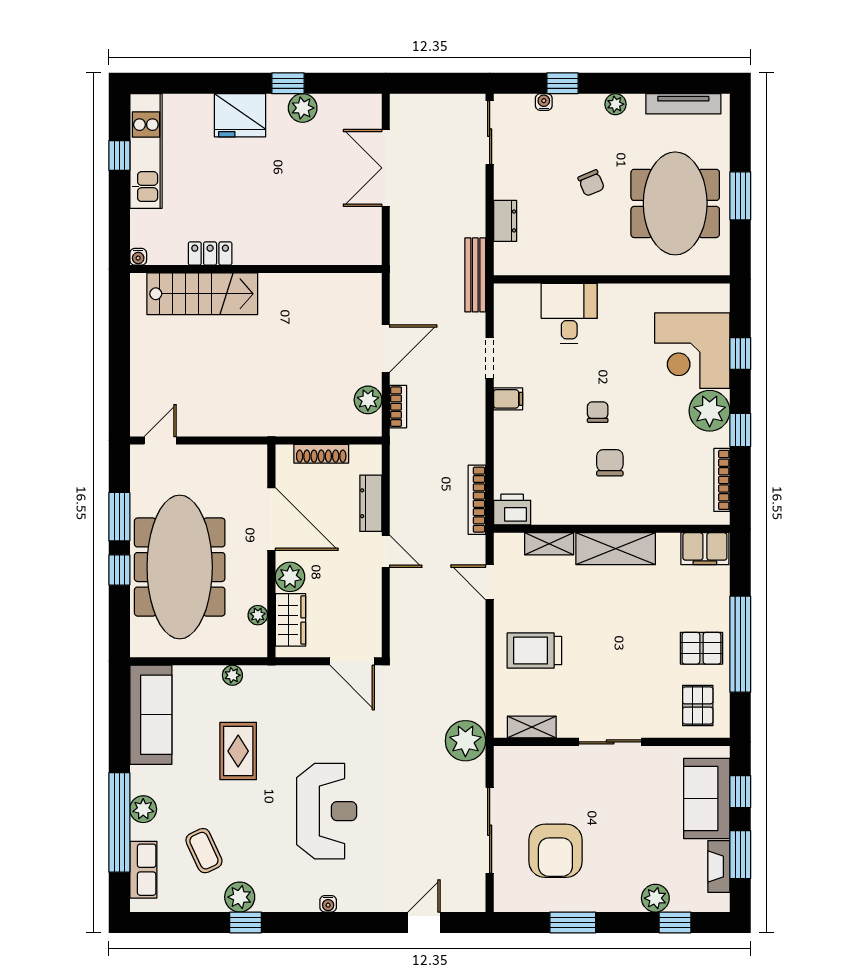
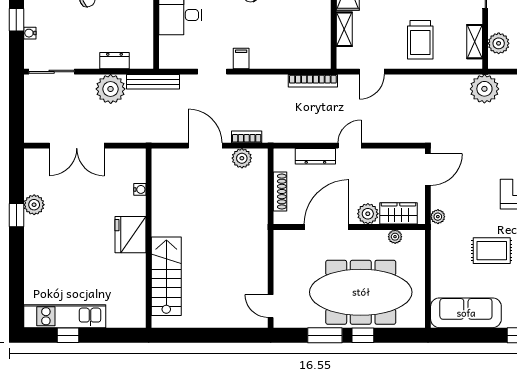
fridge: (240, 115) -> (130, 235), moved, turned 180
plant: (465, 215) -> (111, 89), added
locker: (210, 254) -> (138, 271), removed
water cooler: (138, 257) -> (140, 189), moved
printer: (512, 510) -> (320, 56), removed
plant: (232, 675) -> (438, 217), moved
plant: (529, 761) -> (499, 43), added

